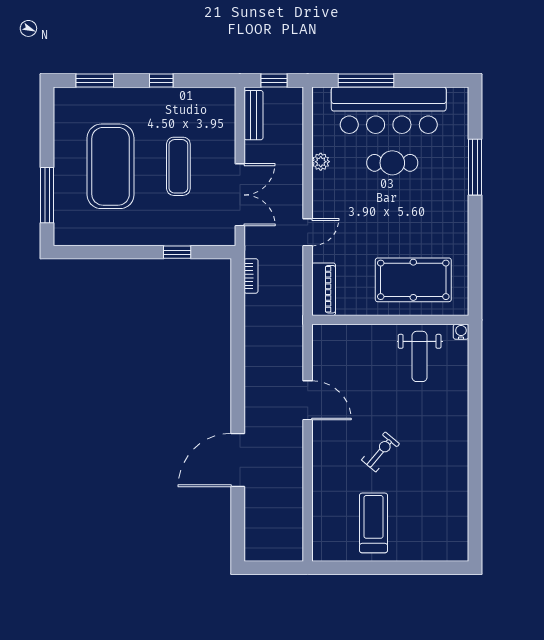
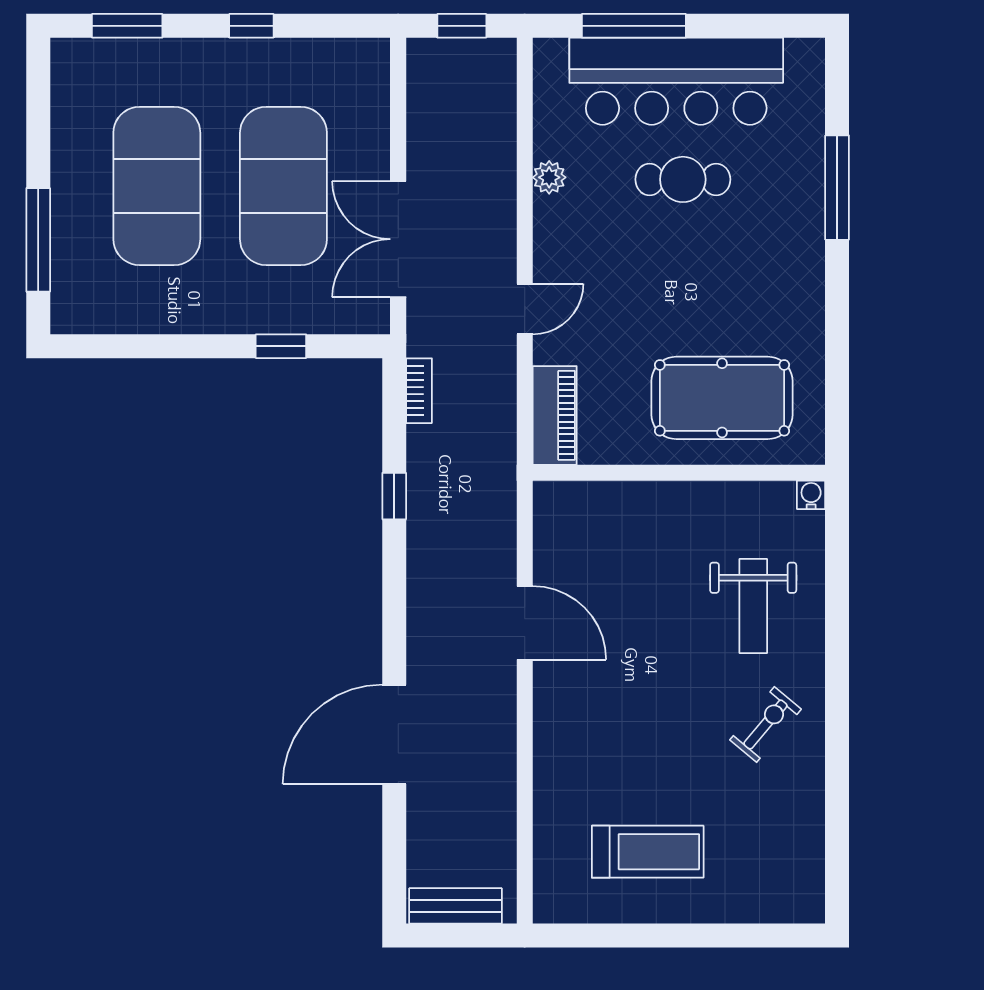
bench: (254, 115) -> (455, 906), moved, turned 90
exercise mat: (178, 166) -> (283, 186), width x2.00, depth x1.45
double door: (240, 195) -> (398, 239), swing flipped
window: (238, 332) -> (394, 496), added
weight bench: (420, 356) -> (753, 606), moved
exercise bike: (380, 452) -> (765, 725), moved
treadmill: (373, 523) -> (648, 852), turned 90

